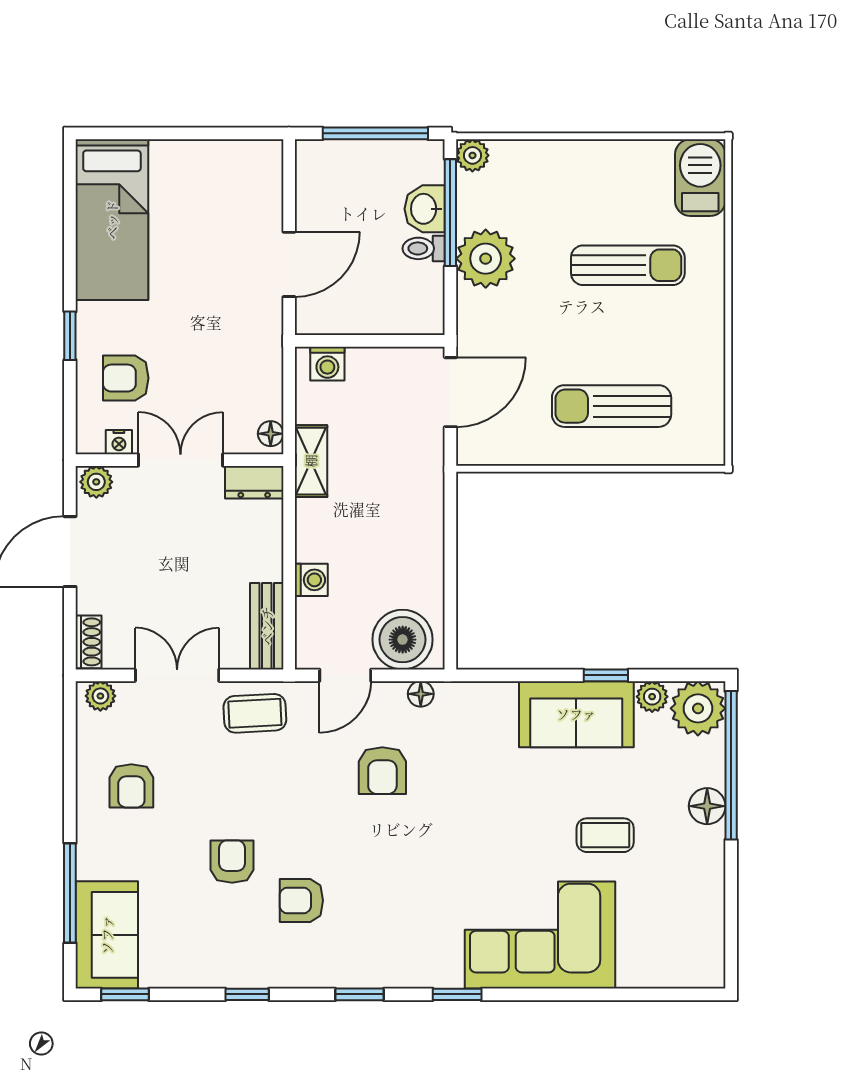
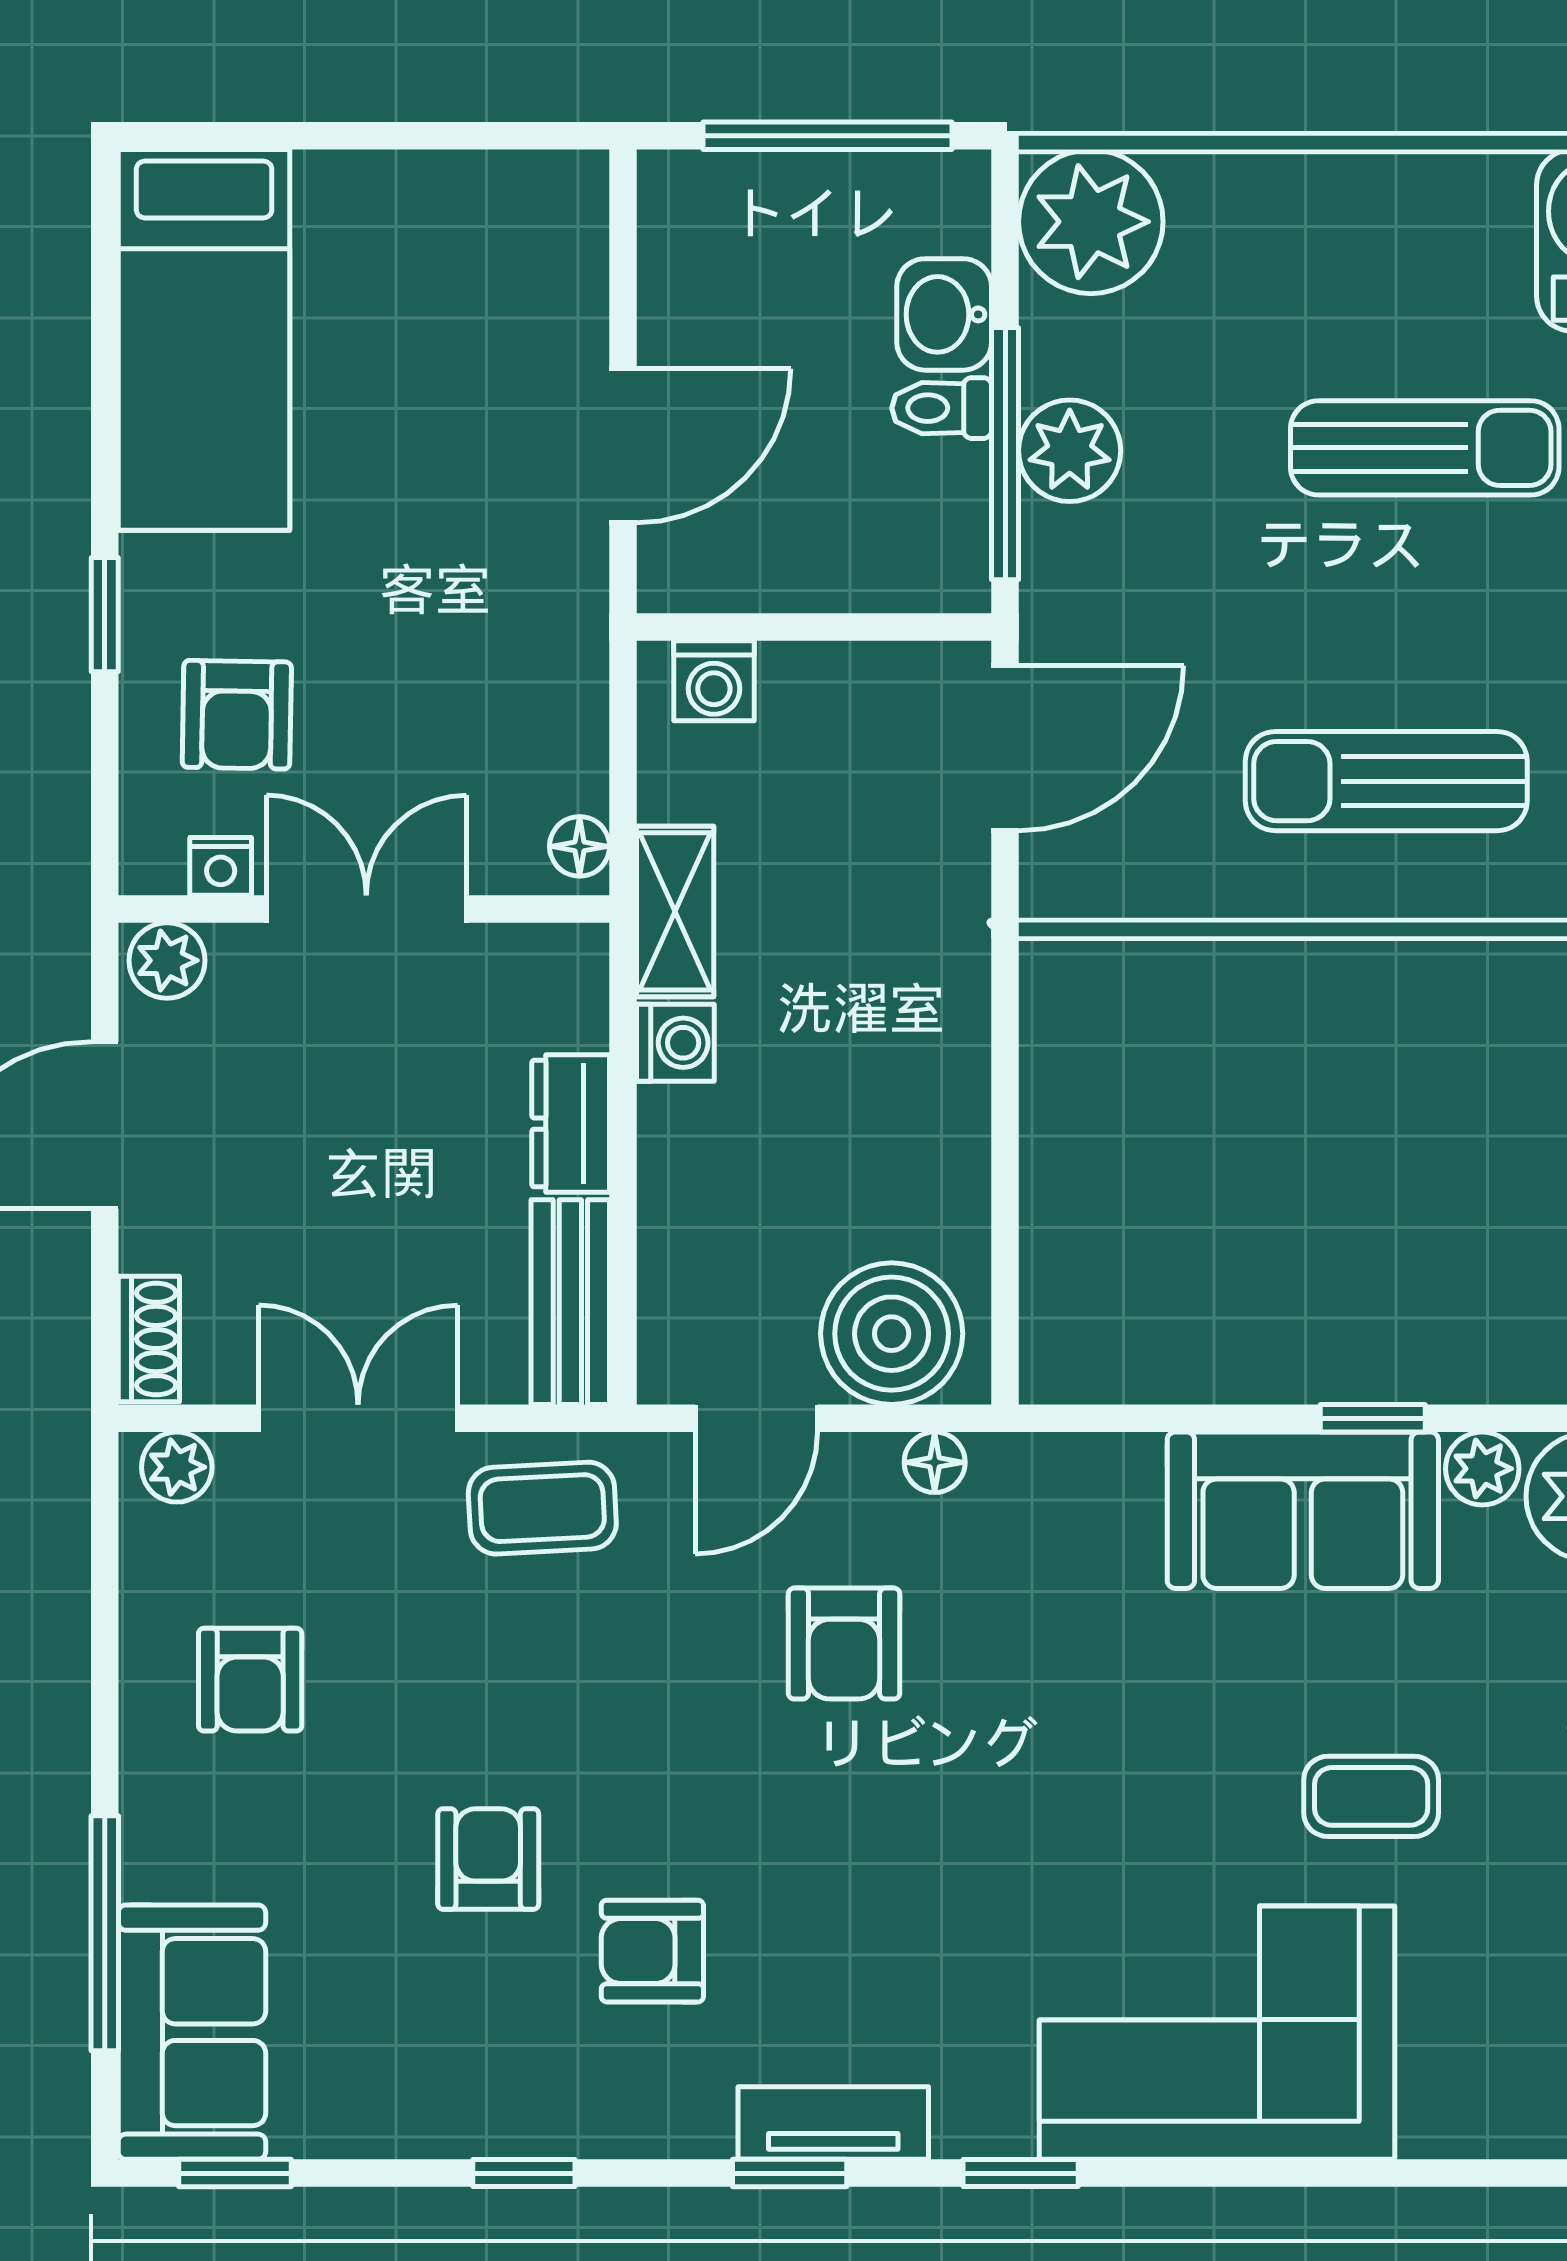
plant: (472, 155) -> (1091, 222), width x1.87, depth x1.87
window: (450, 213) -> (1005, 454), moved
plant: (486, 259) -> (1070, 451), width x0.73, depth x0.73
armchair: (126, 378) -> (237, 715), turned -89
dresser: (254, 482) -> (571, 1124), moved, turned 90
washing machine: (311, 580) -> (675, 1043), moved
tv unit: (378, 973) -> (833, 2123), added

